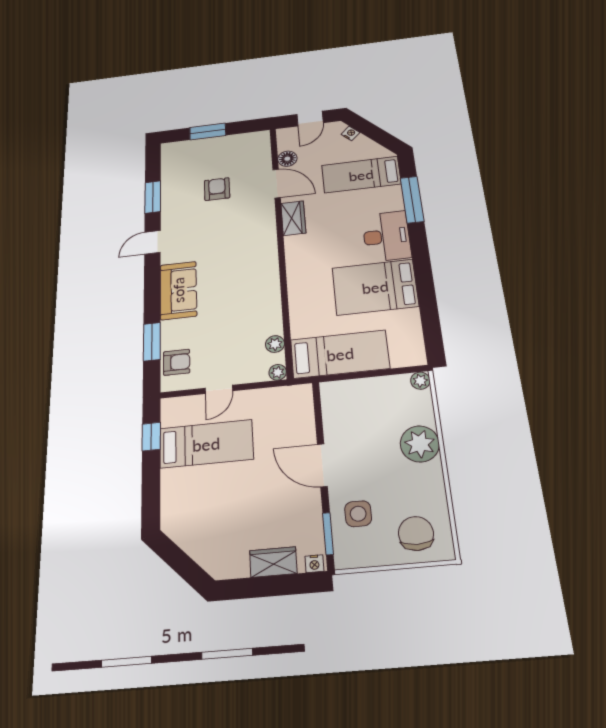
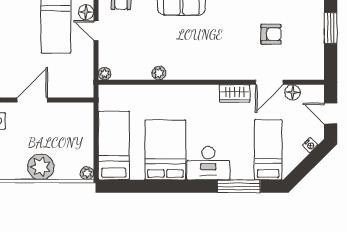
plant: (275, 344) -> (159, 73), moved
bed: (340, 354) -> (114, 146), moved, turned 180
floor lamp: (194, 405) -> (86, 12), added

